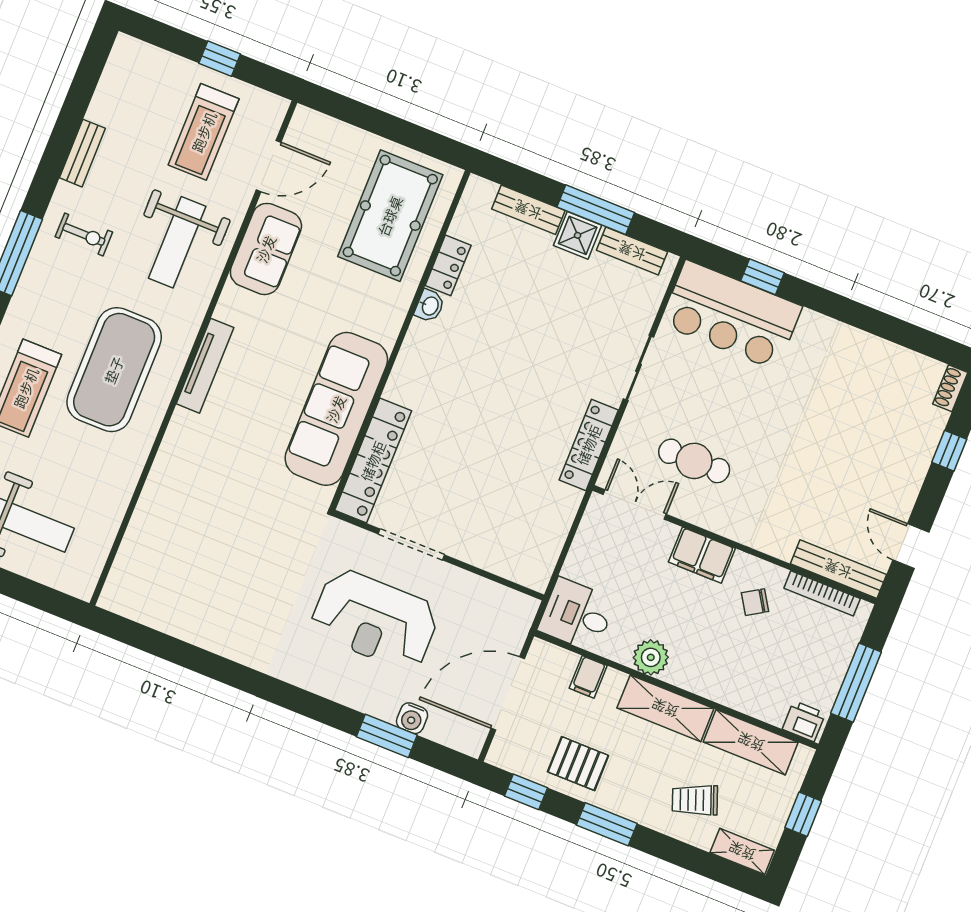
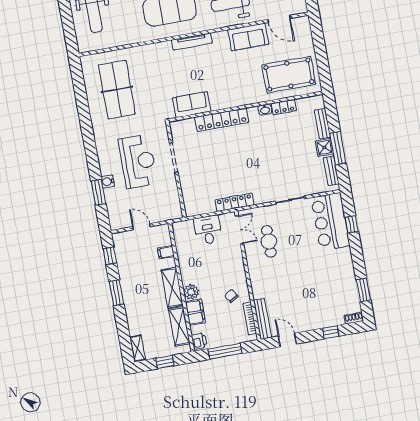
window: (906, 335) -> (363, 290), added
sofa: (336, 409) -> (192, 105), width x0.54, depth x0.79
locker: (589, 445) -> (235, 202), moved
locker: (373, 461) -> (222, 120), moved
door: (911, 546) -> (287, 340), hinge flipped
filing cabinet: (702, 555) -> (195, 312), moved, turned 180
table tennis table: (207, 572) -> (117, 90), added
desk: (577, 615) -> (208, 230), moved
reception desk: (375, 620) -> (138, 161), turned 180
plant: (651, 657) -> (191, 292), moved
door: (508, 693) -> (141, 227), width x0.53
water cooler: (412, 718) -> (108, 182), moved
pallet: (578, 764) -> (132, 268), removed
trolley: (695, 800) -> (145, 319), removed

